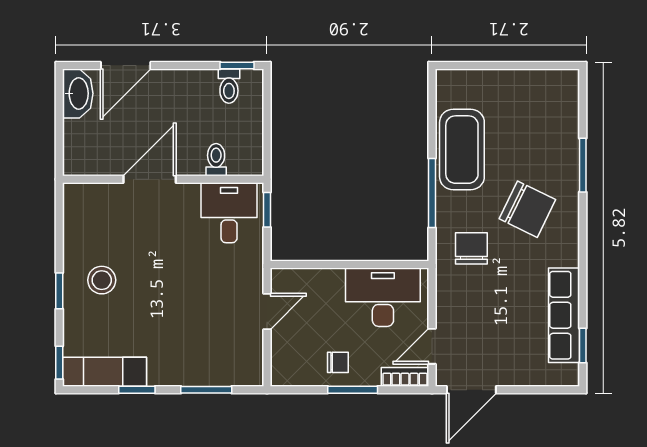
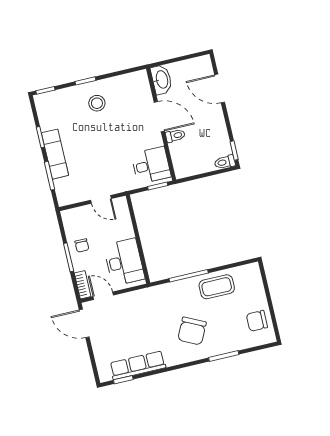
toilet: (229, 86) -> (225, 162), moved
washbasin: (78, 93) -> (161, 80), moved, turned -90
coffee table: (462, 150) -> (217, 287), width x0.73, depth x0.76
toilet: (216, 160) -> (175, 136), moved
chair: (471, 248) -> (257, 321), moved, turned 180
exam couch: (105, 372) -> (55, 154), moved

